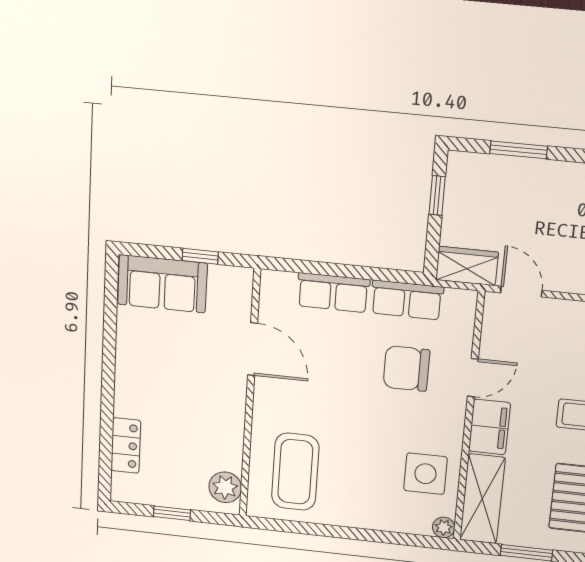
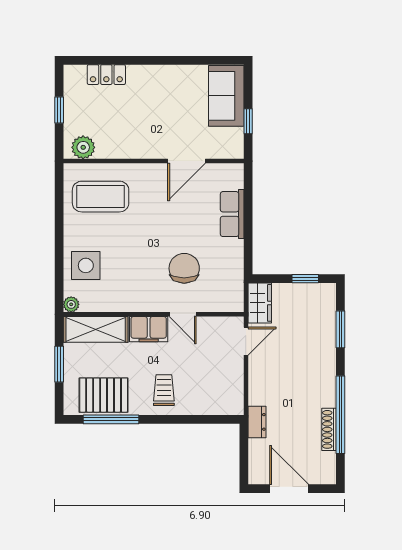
row of seats: (407, 300) -> (232, 265), removed
side table: (425, 474) -> (86, 265), moved

